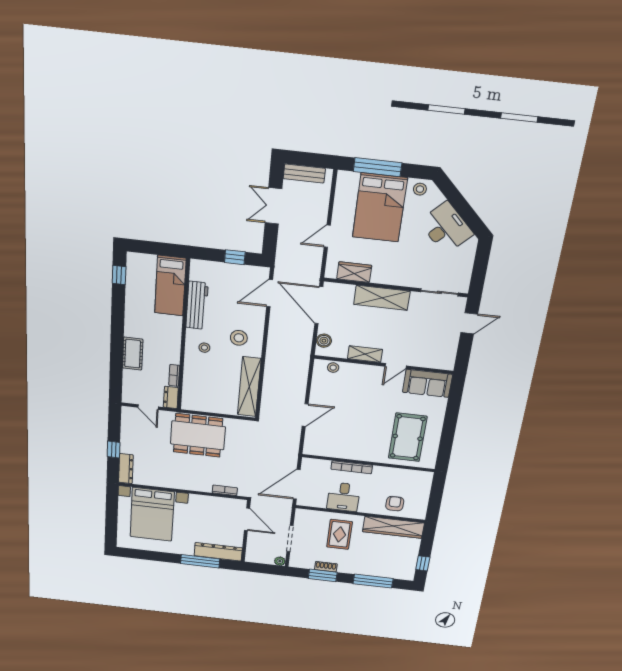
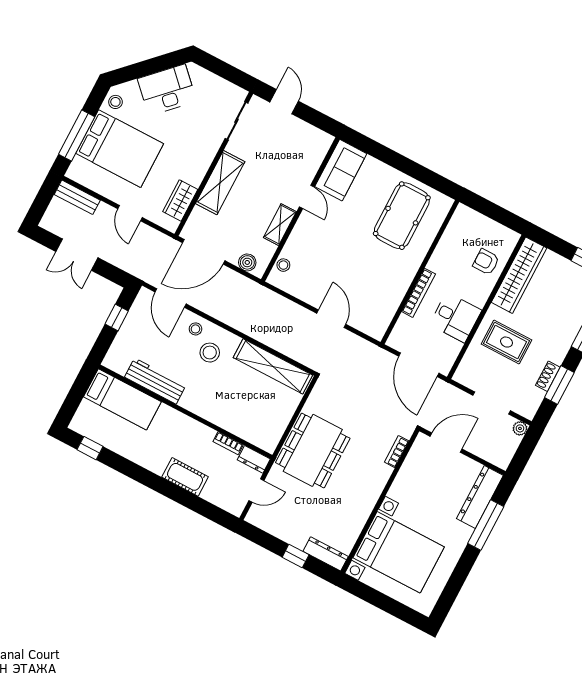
bench: (304, 173) -> (77, 197), moved, turned 90
stool: (204, 348) -> (195, 329), moved
pool table: (408, 437) -> (402, 216), turned 90

